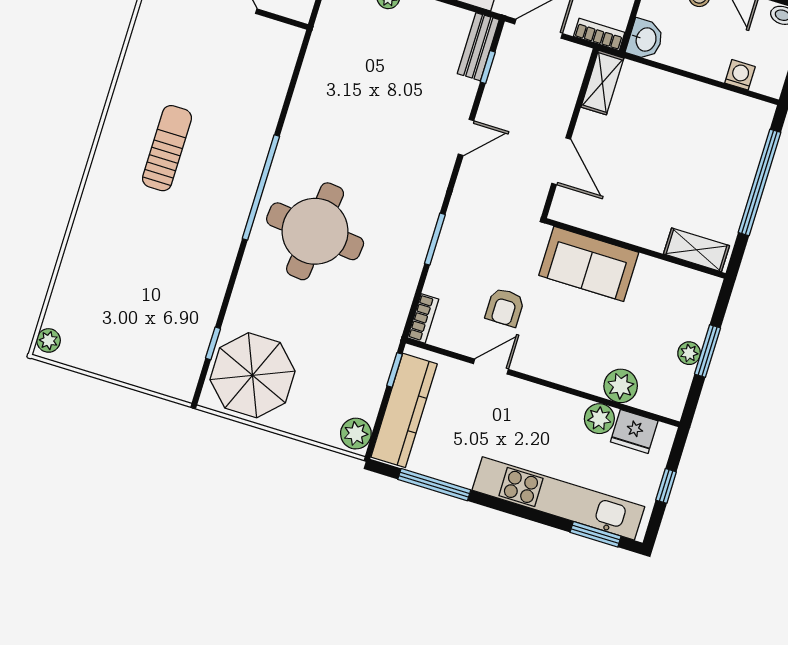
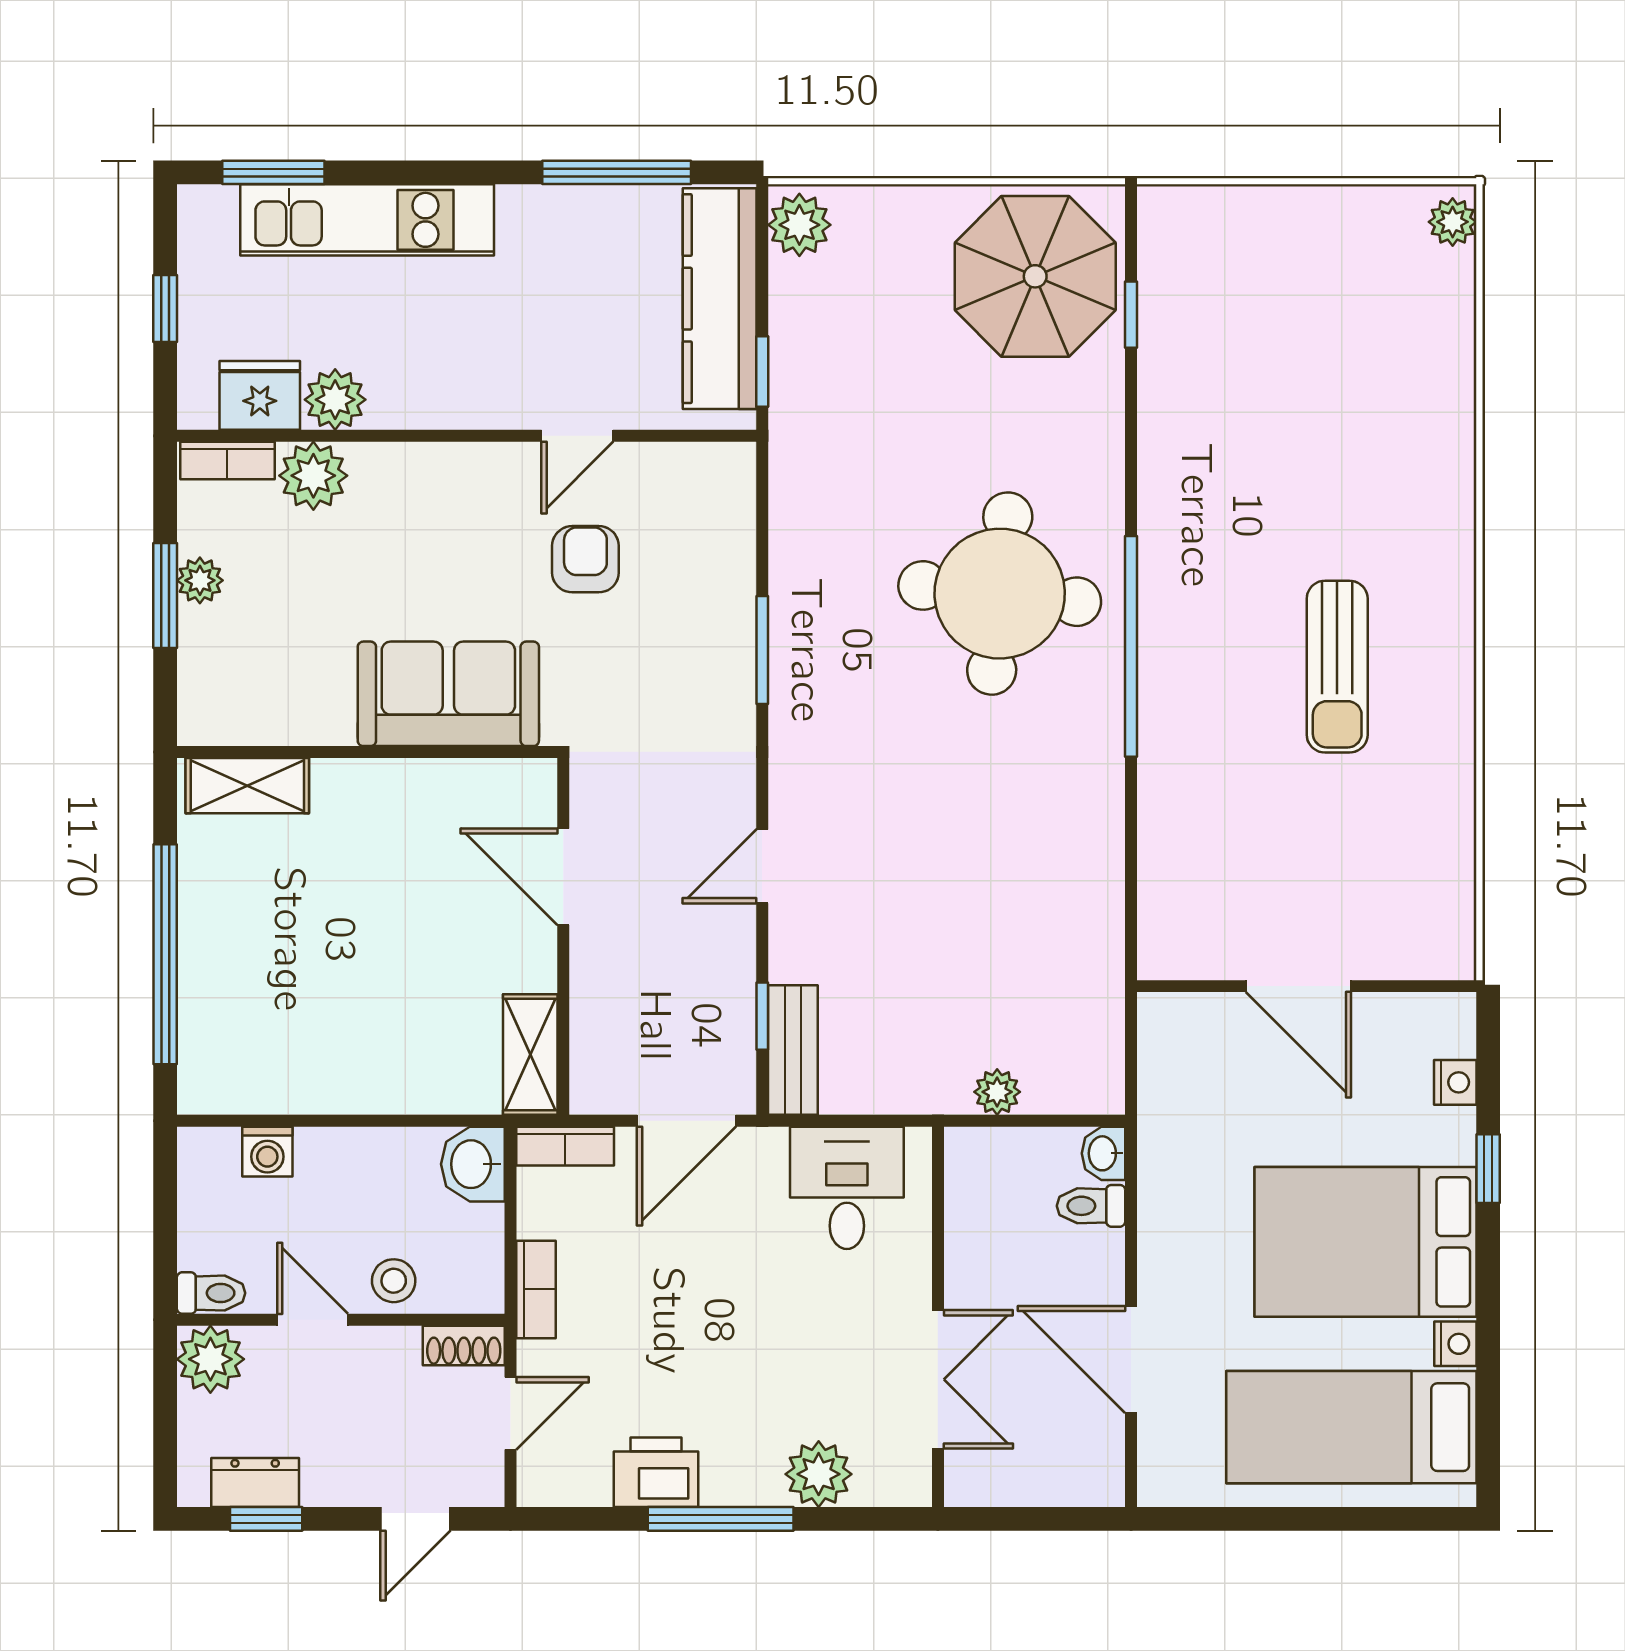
bookcase: (423, 318) -> (227, 461), moved, turned -90
kitchen unit: (558, 498) -> (367, 220), width x0.73

